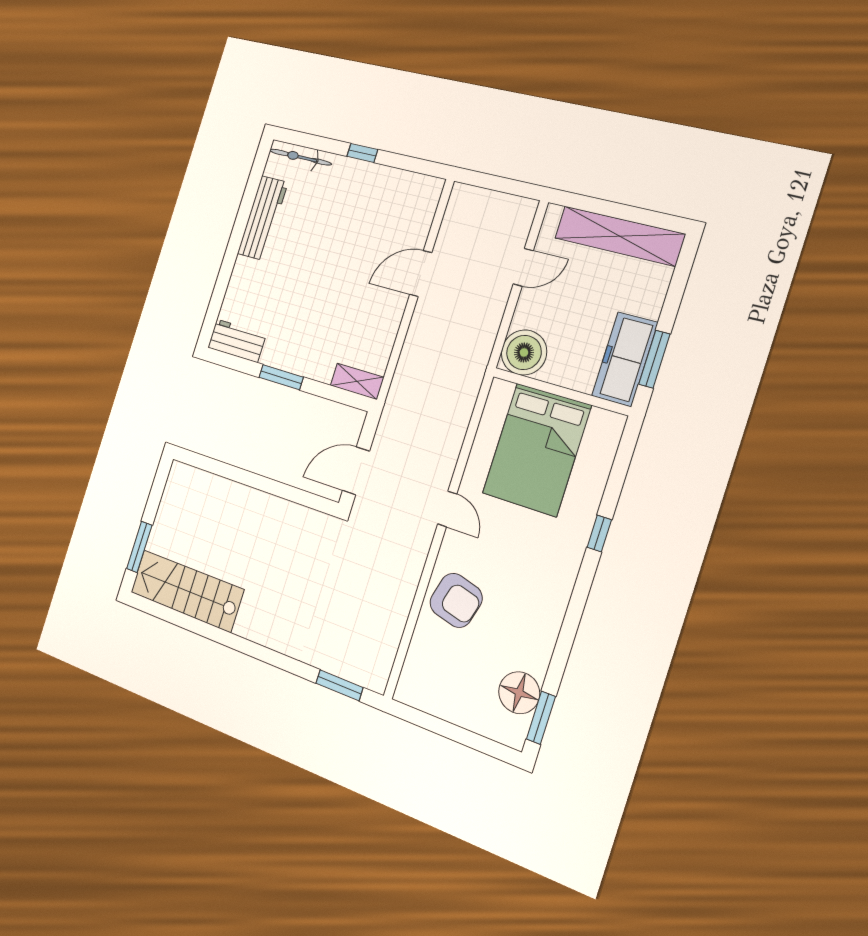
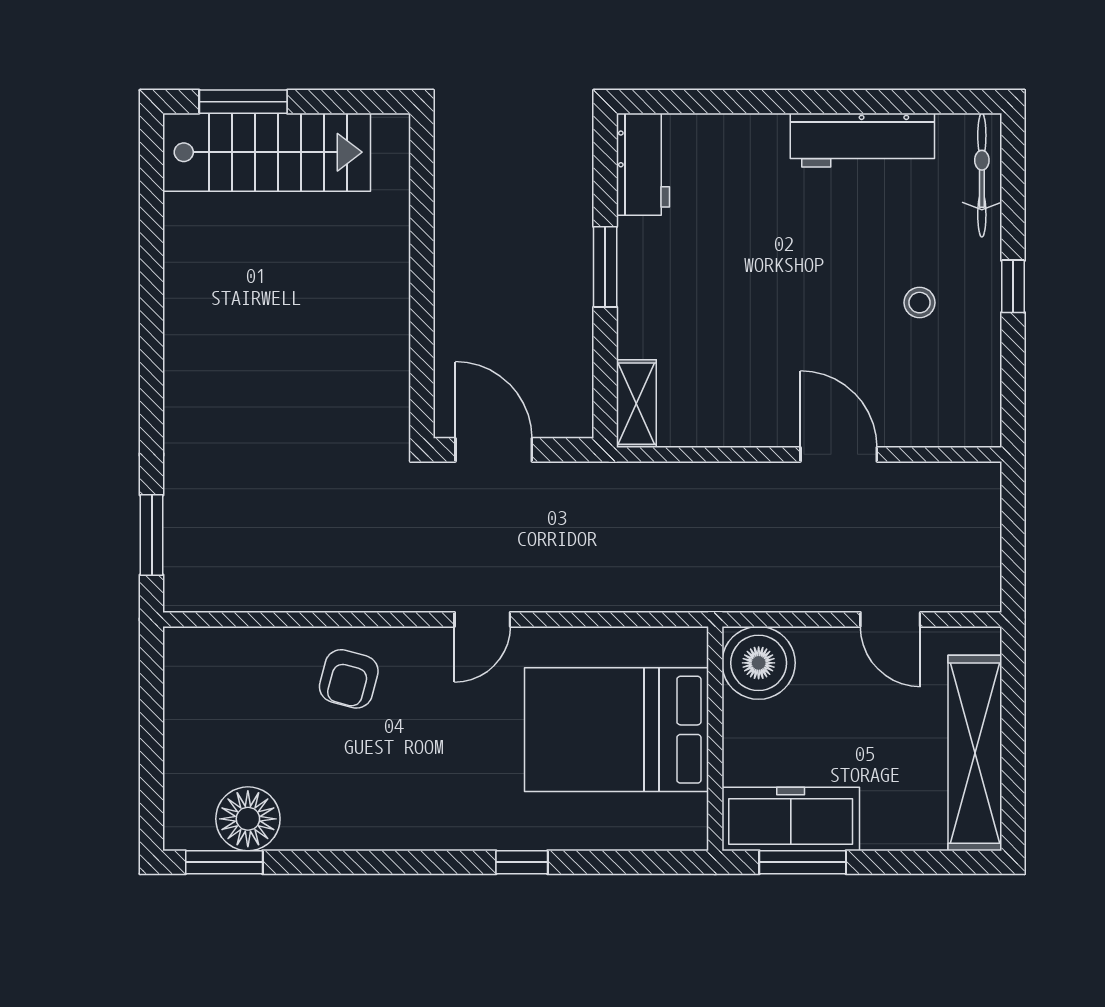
stool: (354, 207) -> (920, 303), added
stairs: (187, 591) -> (267, 152), moved, turned 90
armchair: (456, 600) -> (349, 679), width x0.72, depth x0.72

